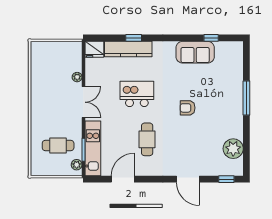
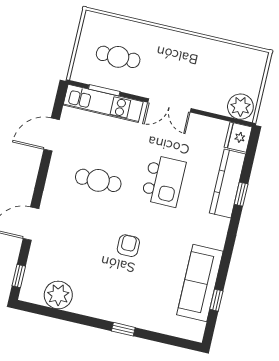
sofa: (195, 52) -> (200, 283), width x1.36
plant: (77, 77) -> (240, 107), moved, width x1.88, depth x1.88
window: (246, 98) -> (123, 329), width x0.46
cafe table: (58, 146) -> (118, 57), turned 90
plant: (77, 165) -> (86, 76), removed
door: (123, 179) -> (52, 135), swing flipped

